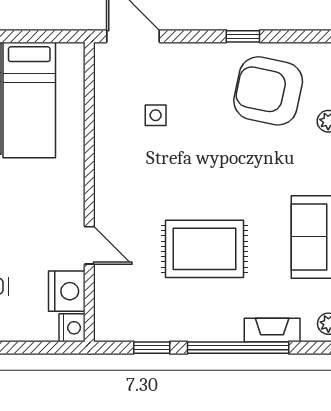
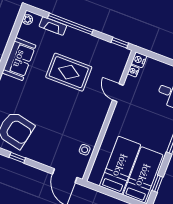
side table: (156, 115) -> (85, 150), moved
nightstand: (67, 291) -> (133, 71), width x0.53, depth x0.56
window: (152, 348) -> (120, 43), moved

